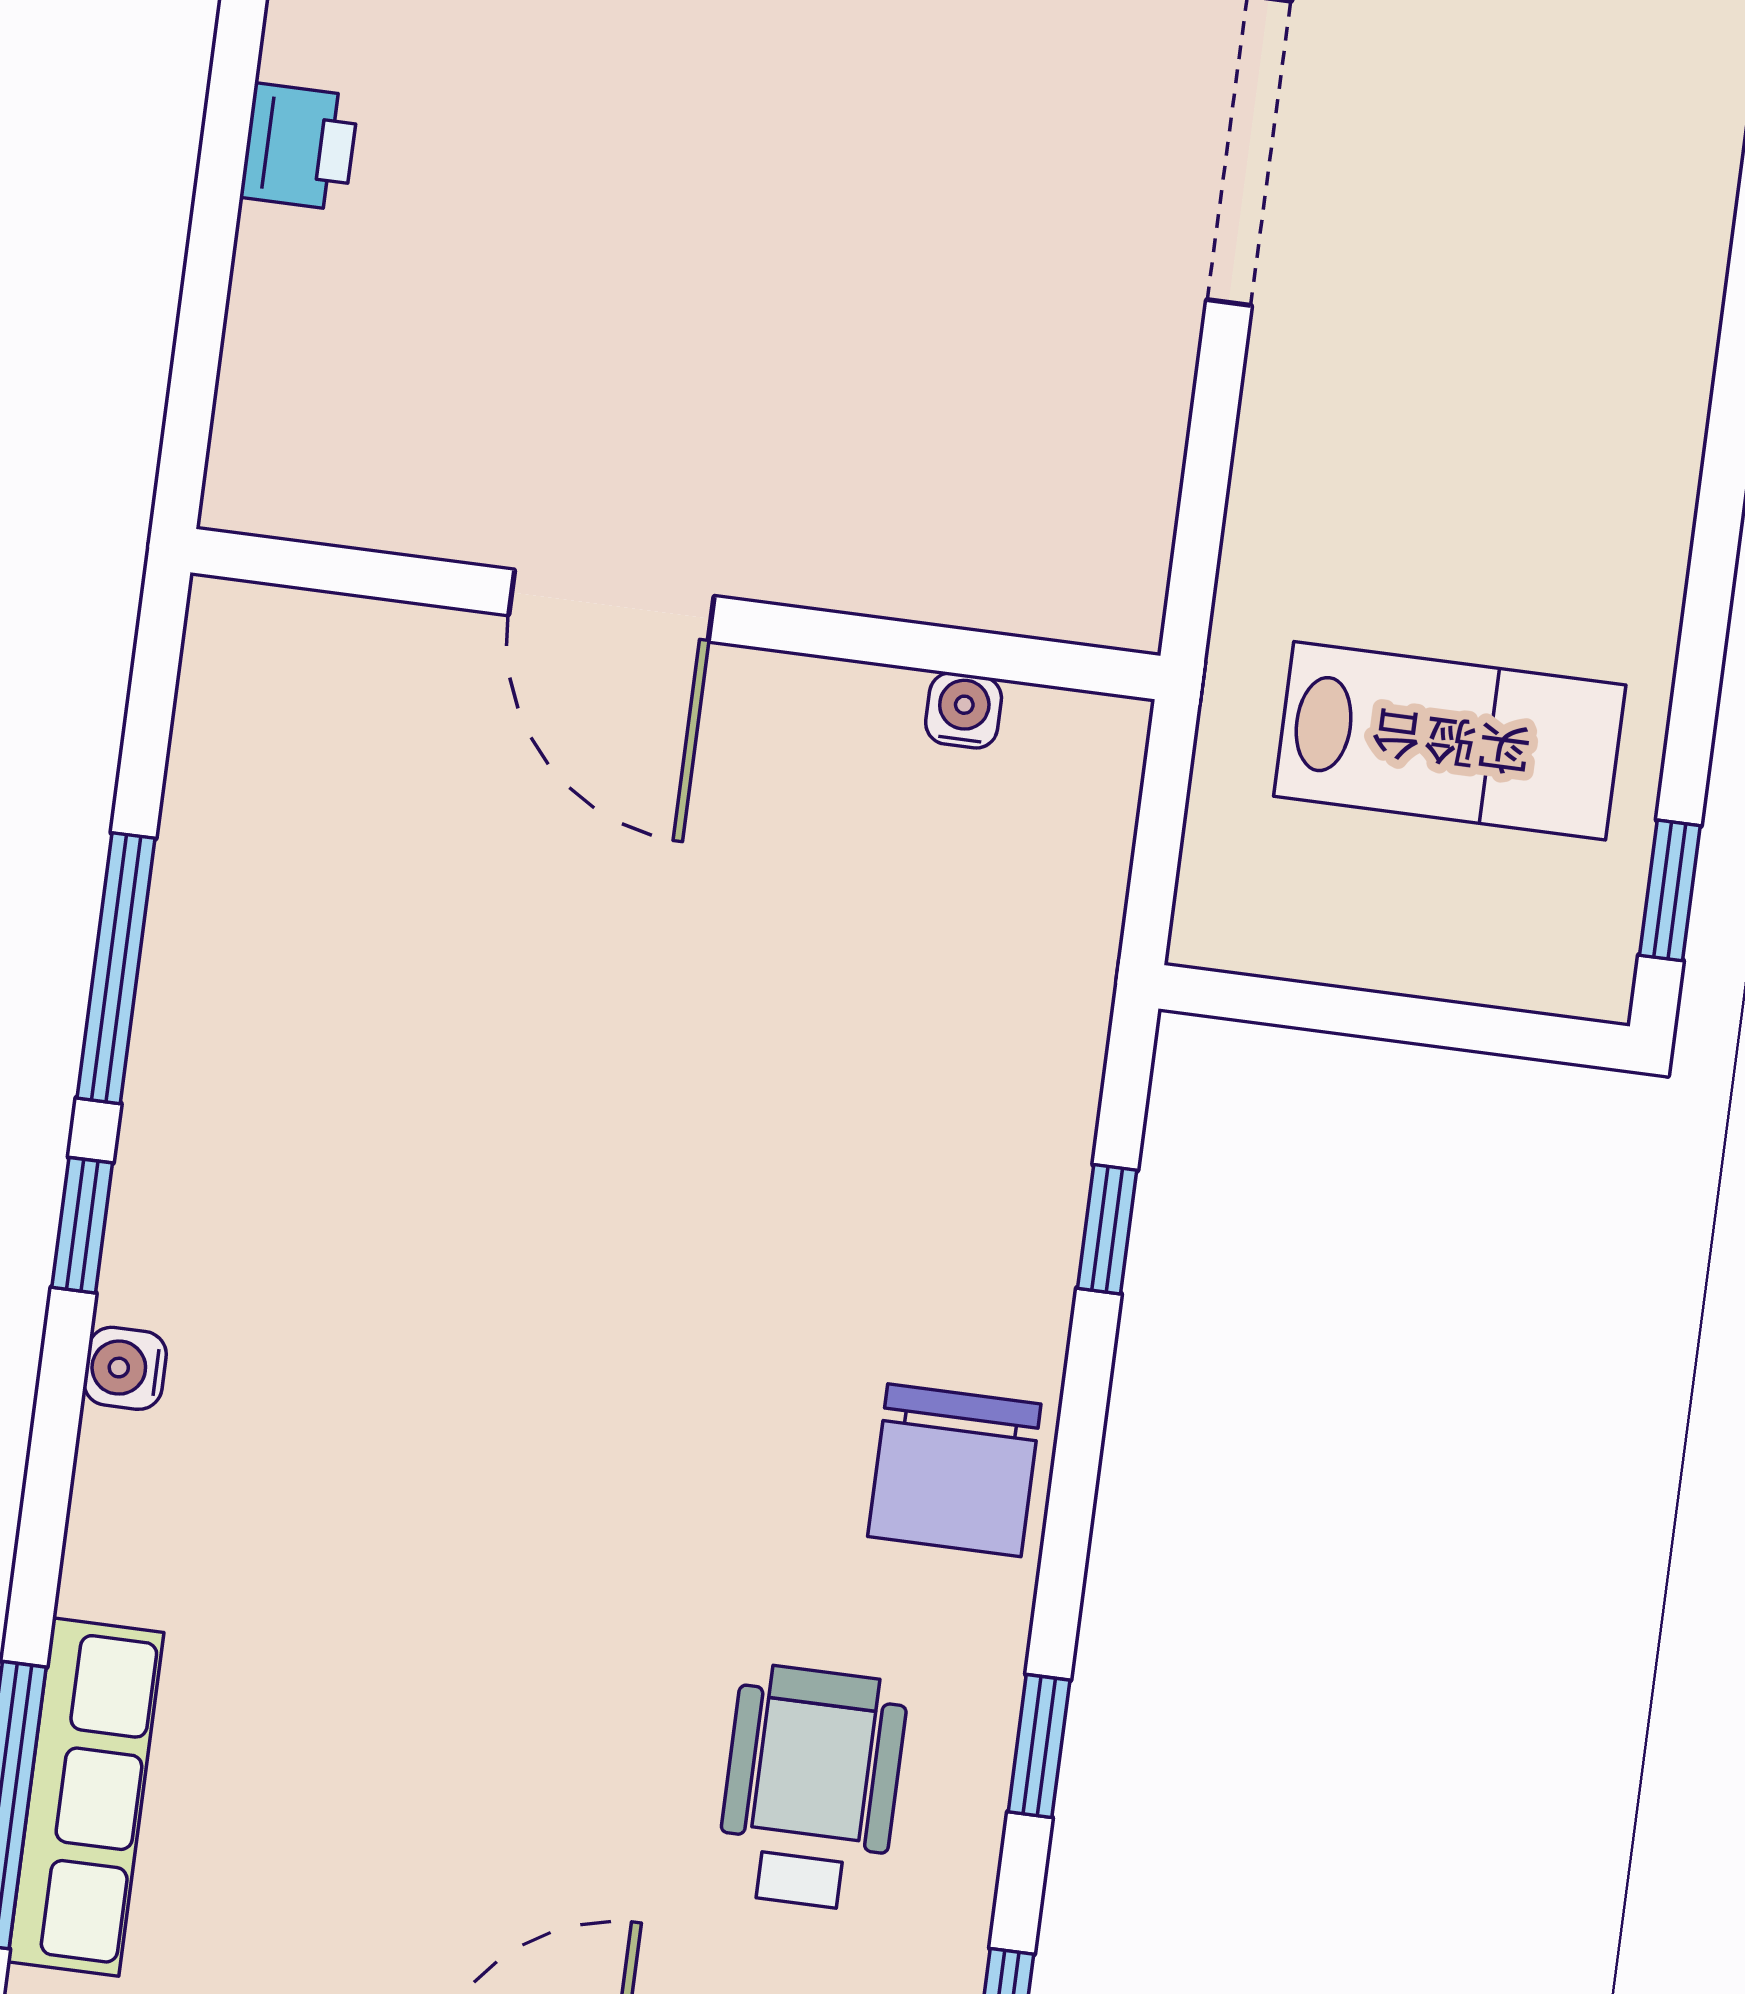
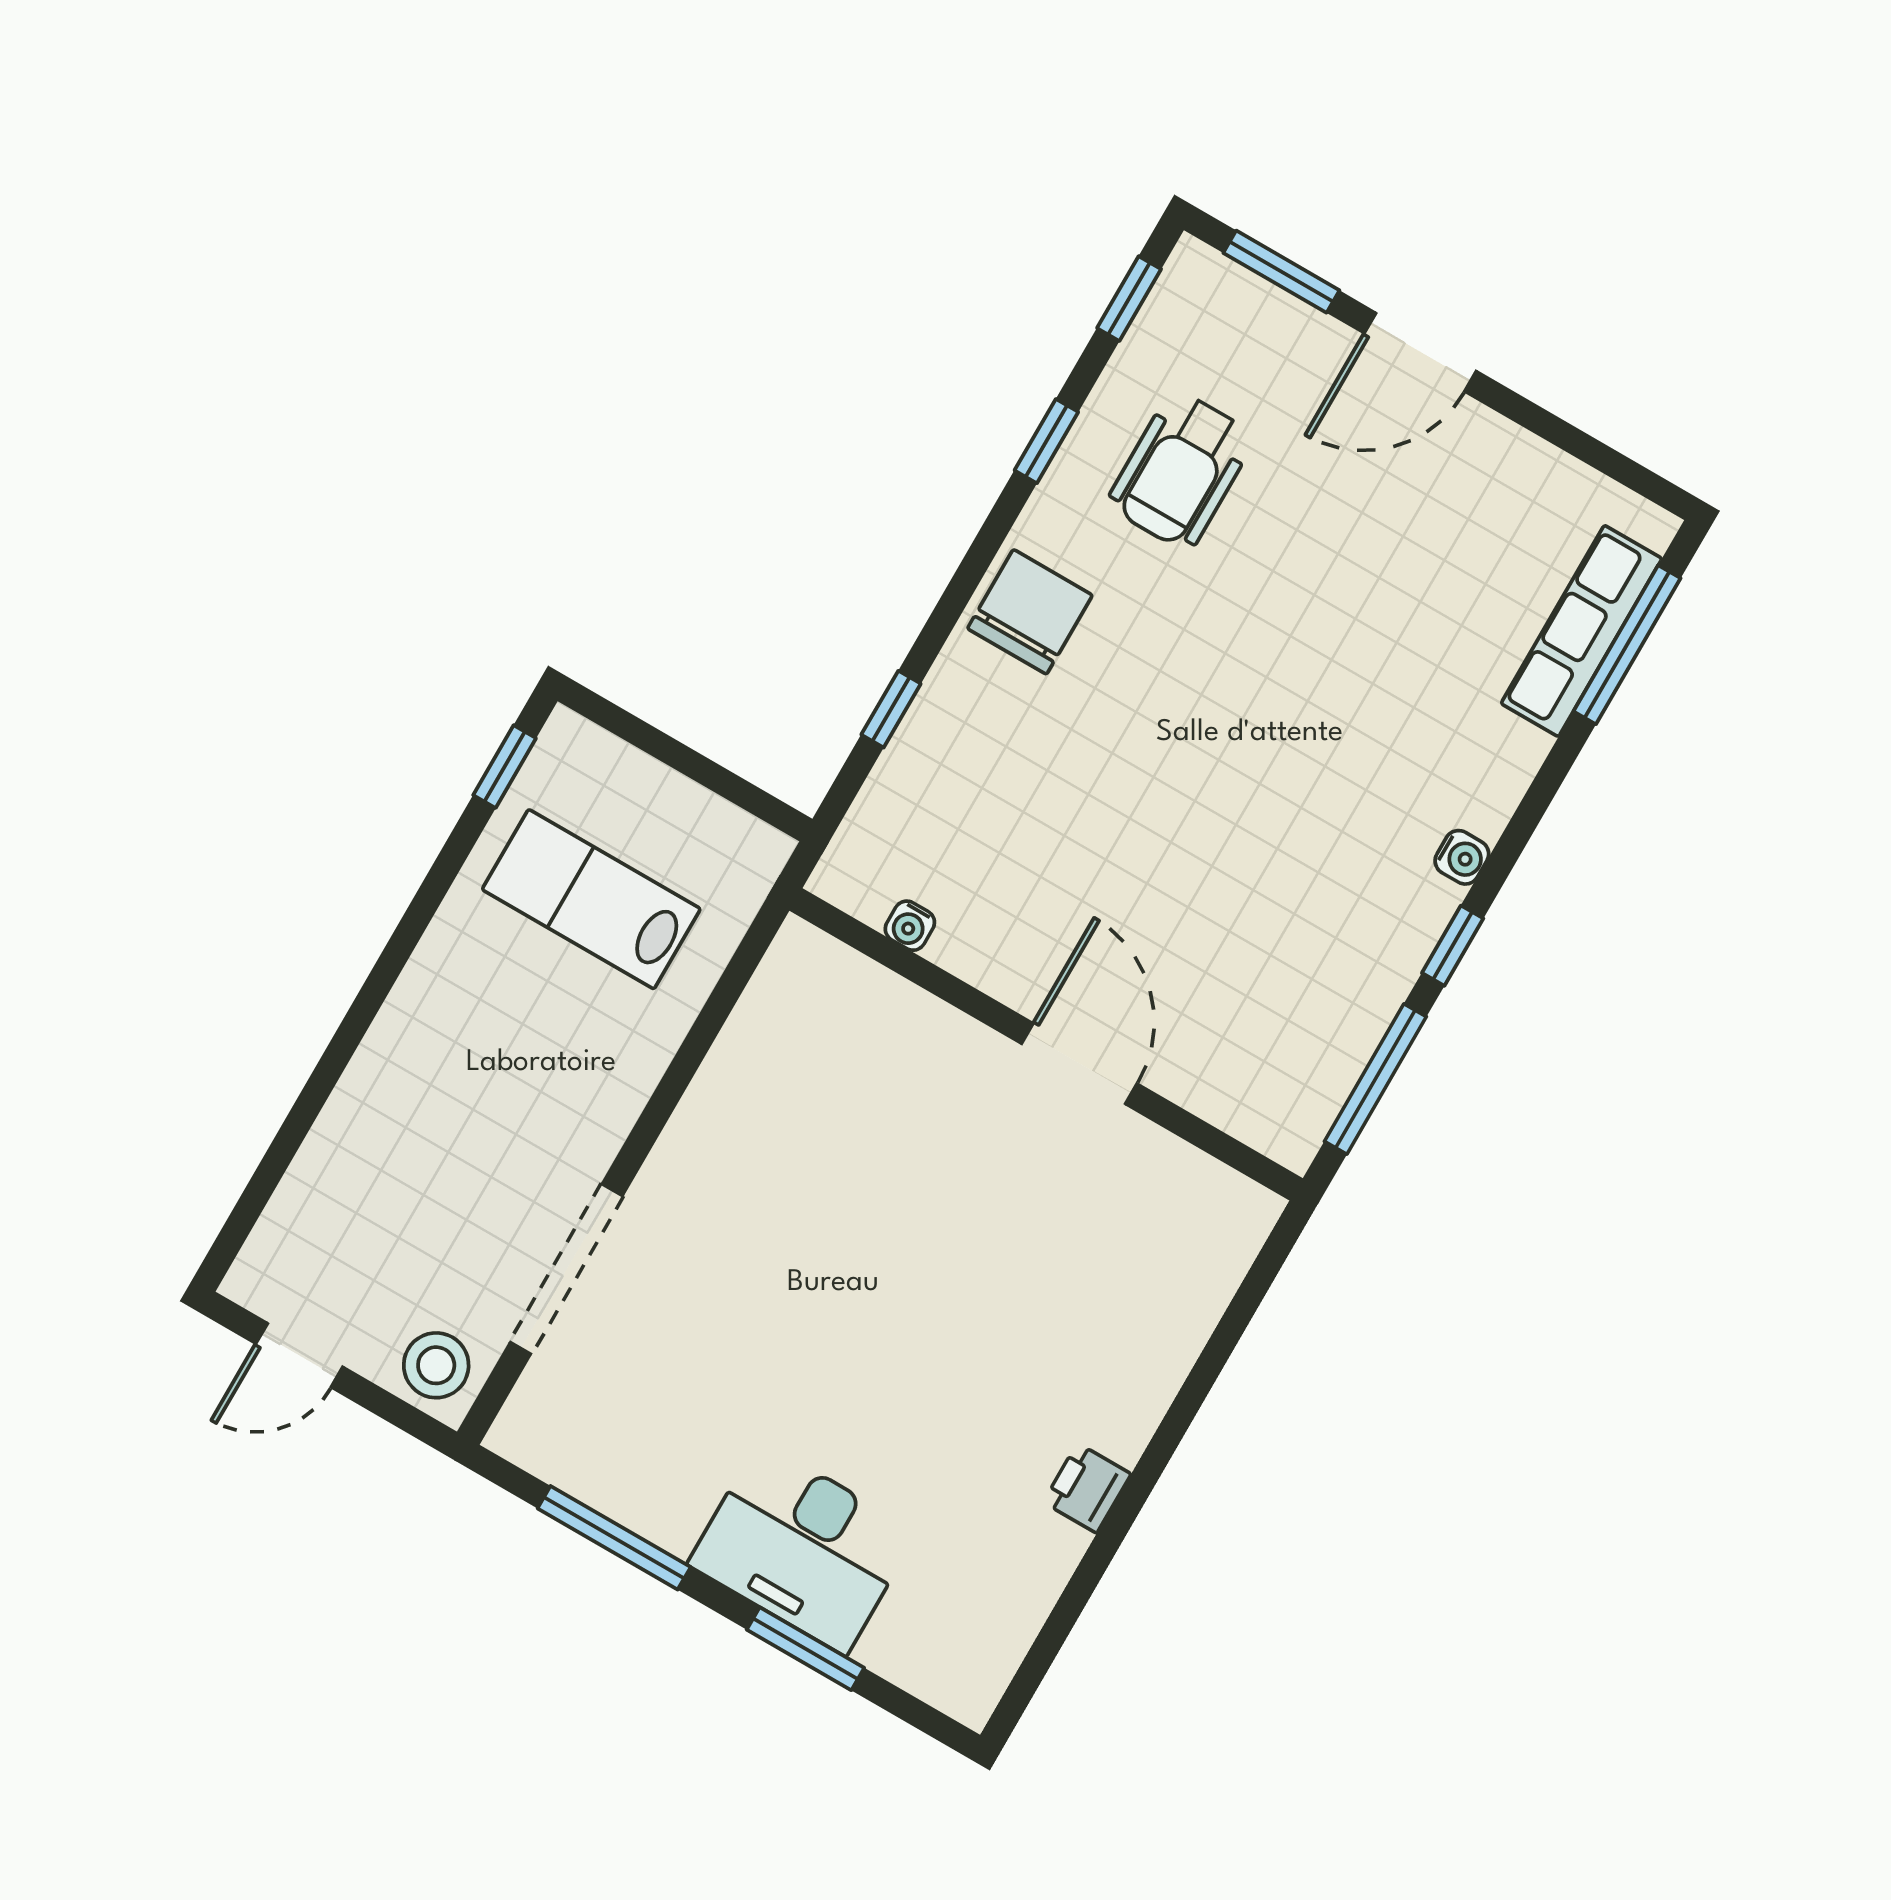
door: (611, 606) -> (1079, 1064), moved
wall: (675, 614) -> (1046, 1044), moved
water cooler: (964, 710) -> (910, 926), moved

